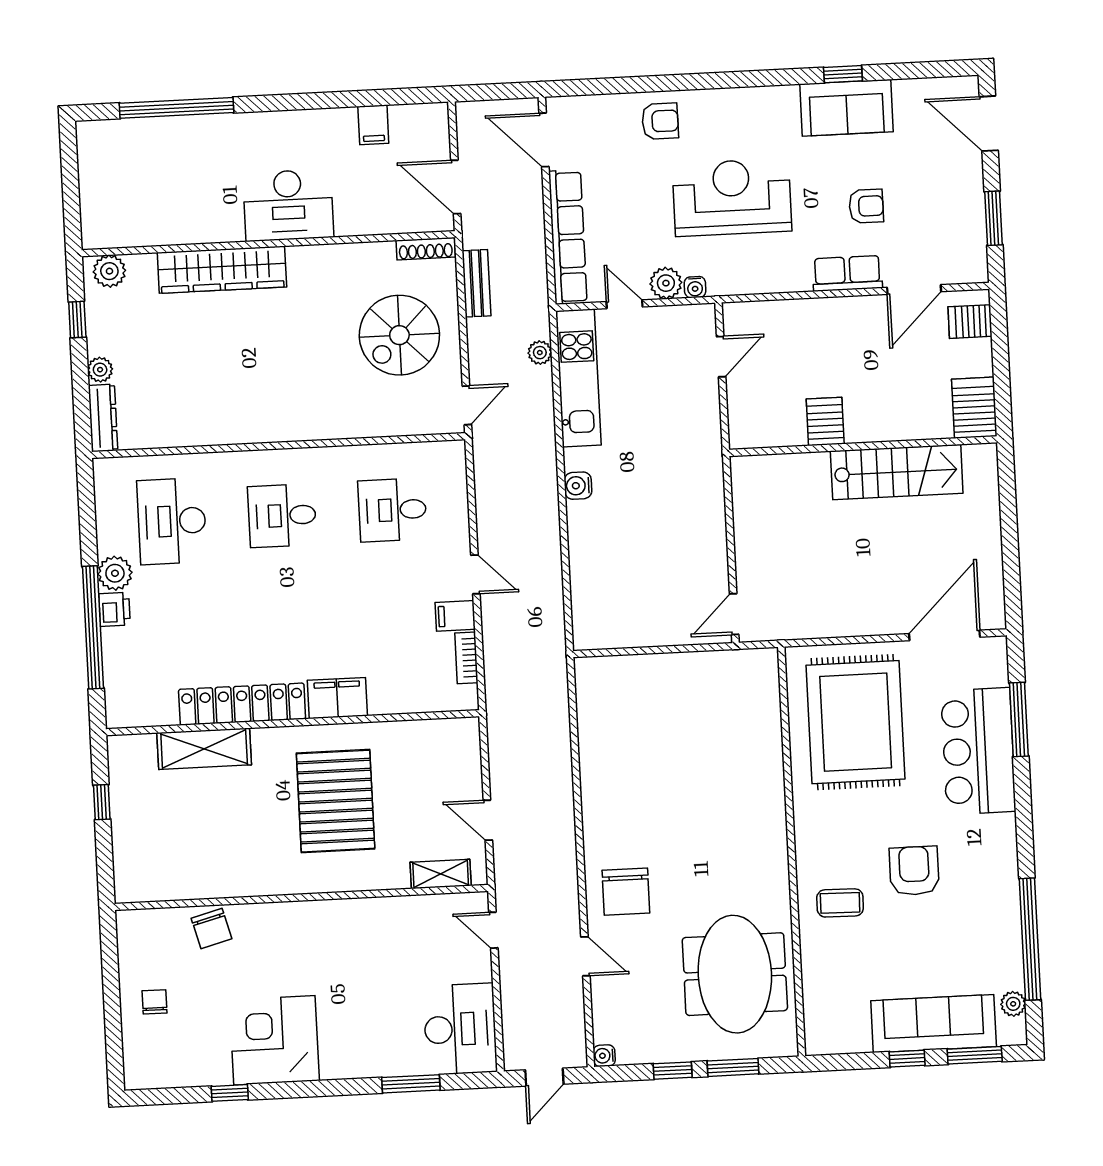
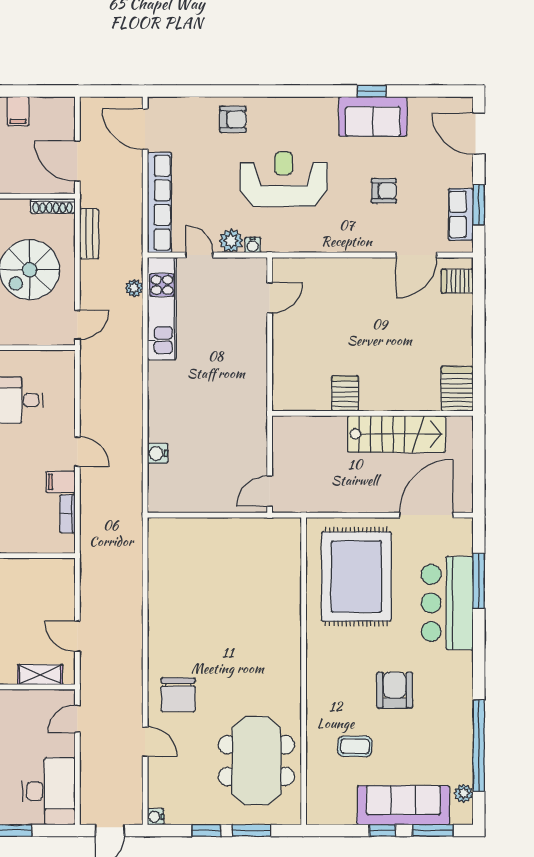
row of seats: (847, 273) -> (461, 214), moved, turned -90
server rack: (974, 408) -> (457, 389), moved
server rack: (825, 422) -> (345, 393), moved
wall: (863, 446) -> (372, 413), moved
stairs: (897, 472) -> (397, 434), moved
water cooler: (578, 486) -> (158, 453), moved
coffee table: (840, 903) -> (355, 746), moved
door: (493, 930) -> (77, 719), hinge flipped

